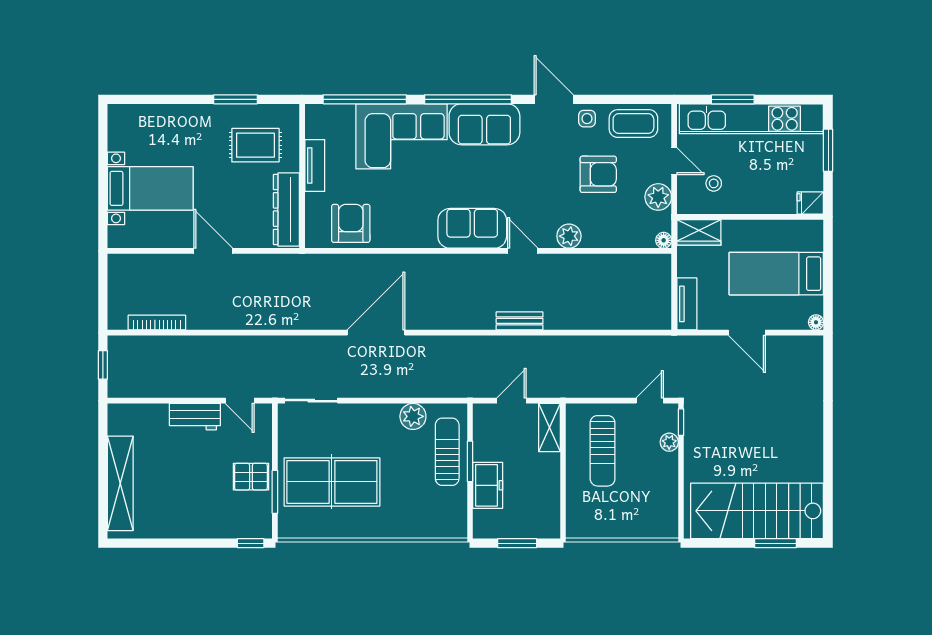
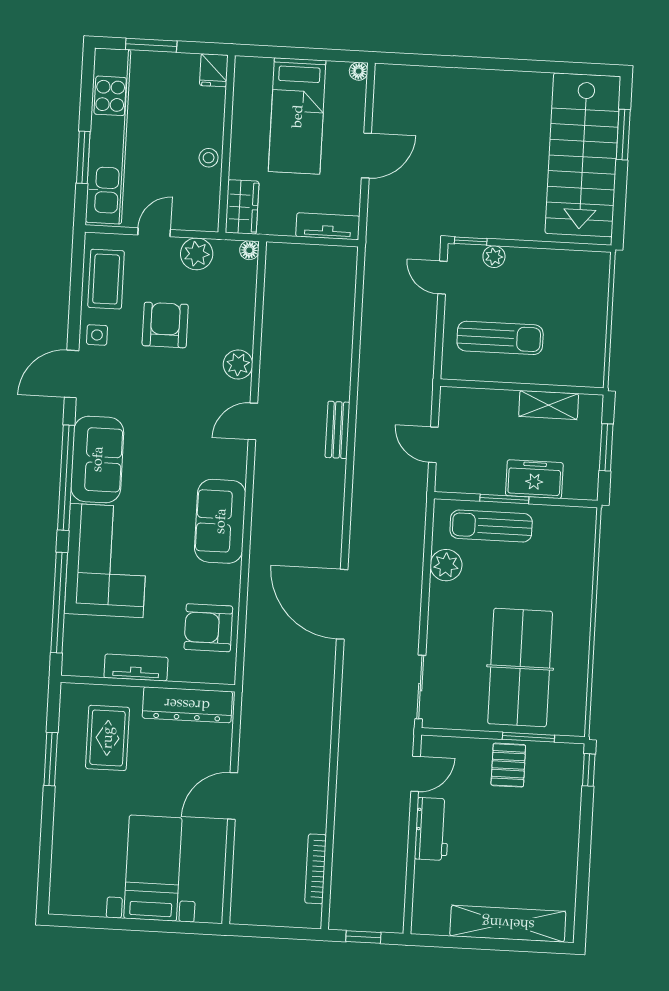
stool: (714, 183) -> (209, 158), moved
sofa: (472, 228) -> (220, 521), moved
shelving: (549, 428) -> (549, 405), moved

